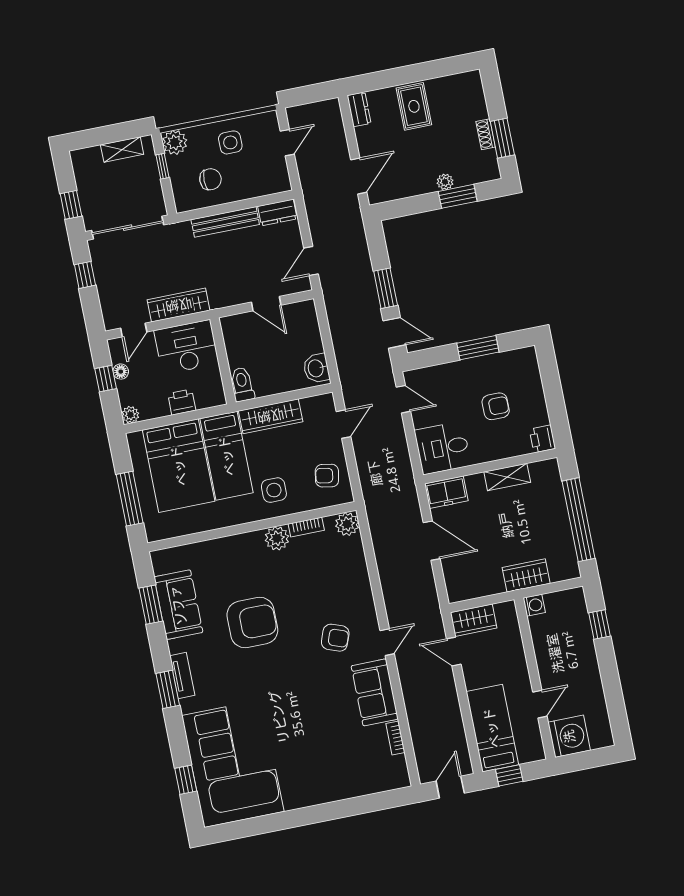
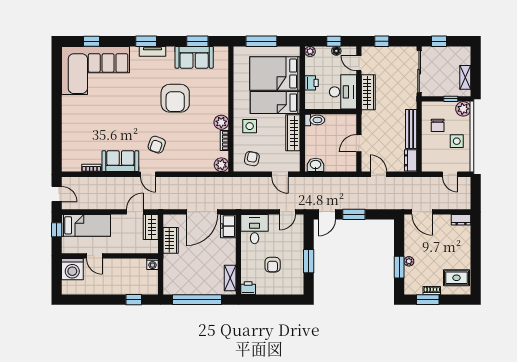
rug: (414, 106) -> (456, 278), moved
window: (85, 275) -> (382, 41), moved
shelving: (507, 477) -> (230, 278), moved
door: (432, 541) -> (202, 212), width x1.36
wardrobe: (526, 575) -> (171, 240), moved

